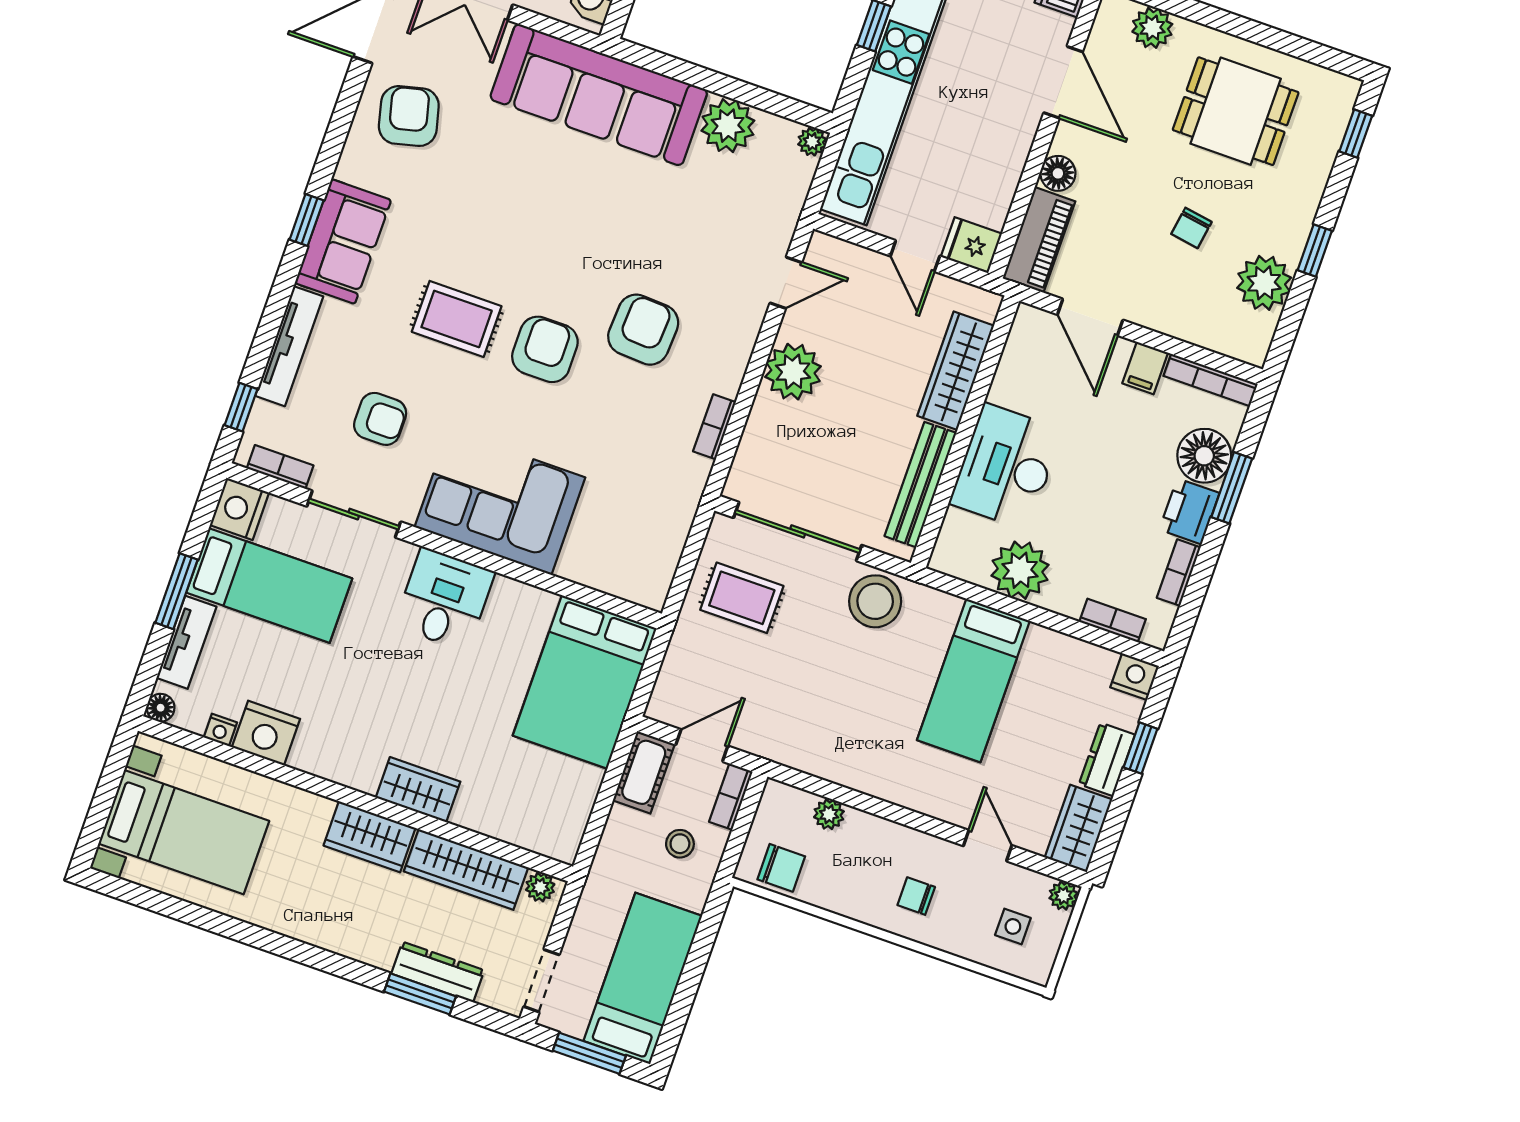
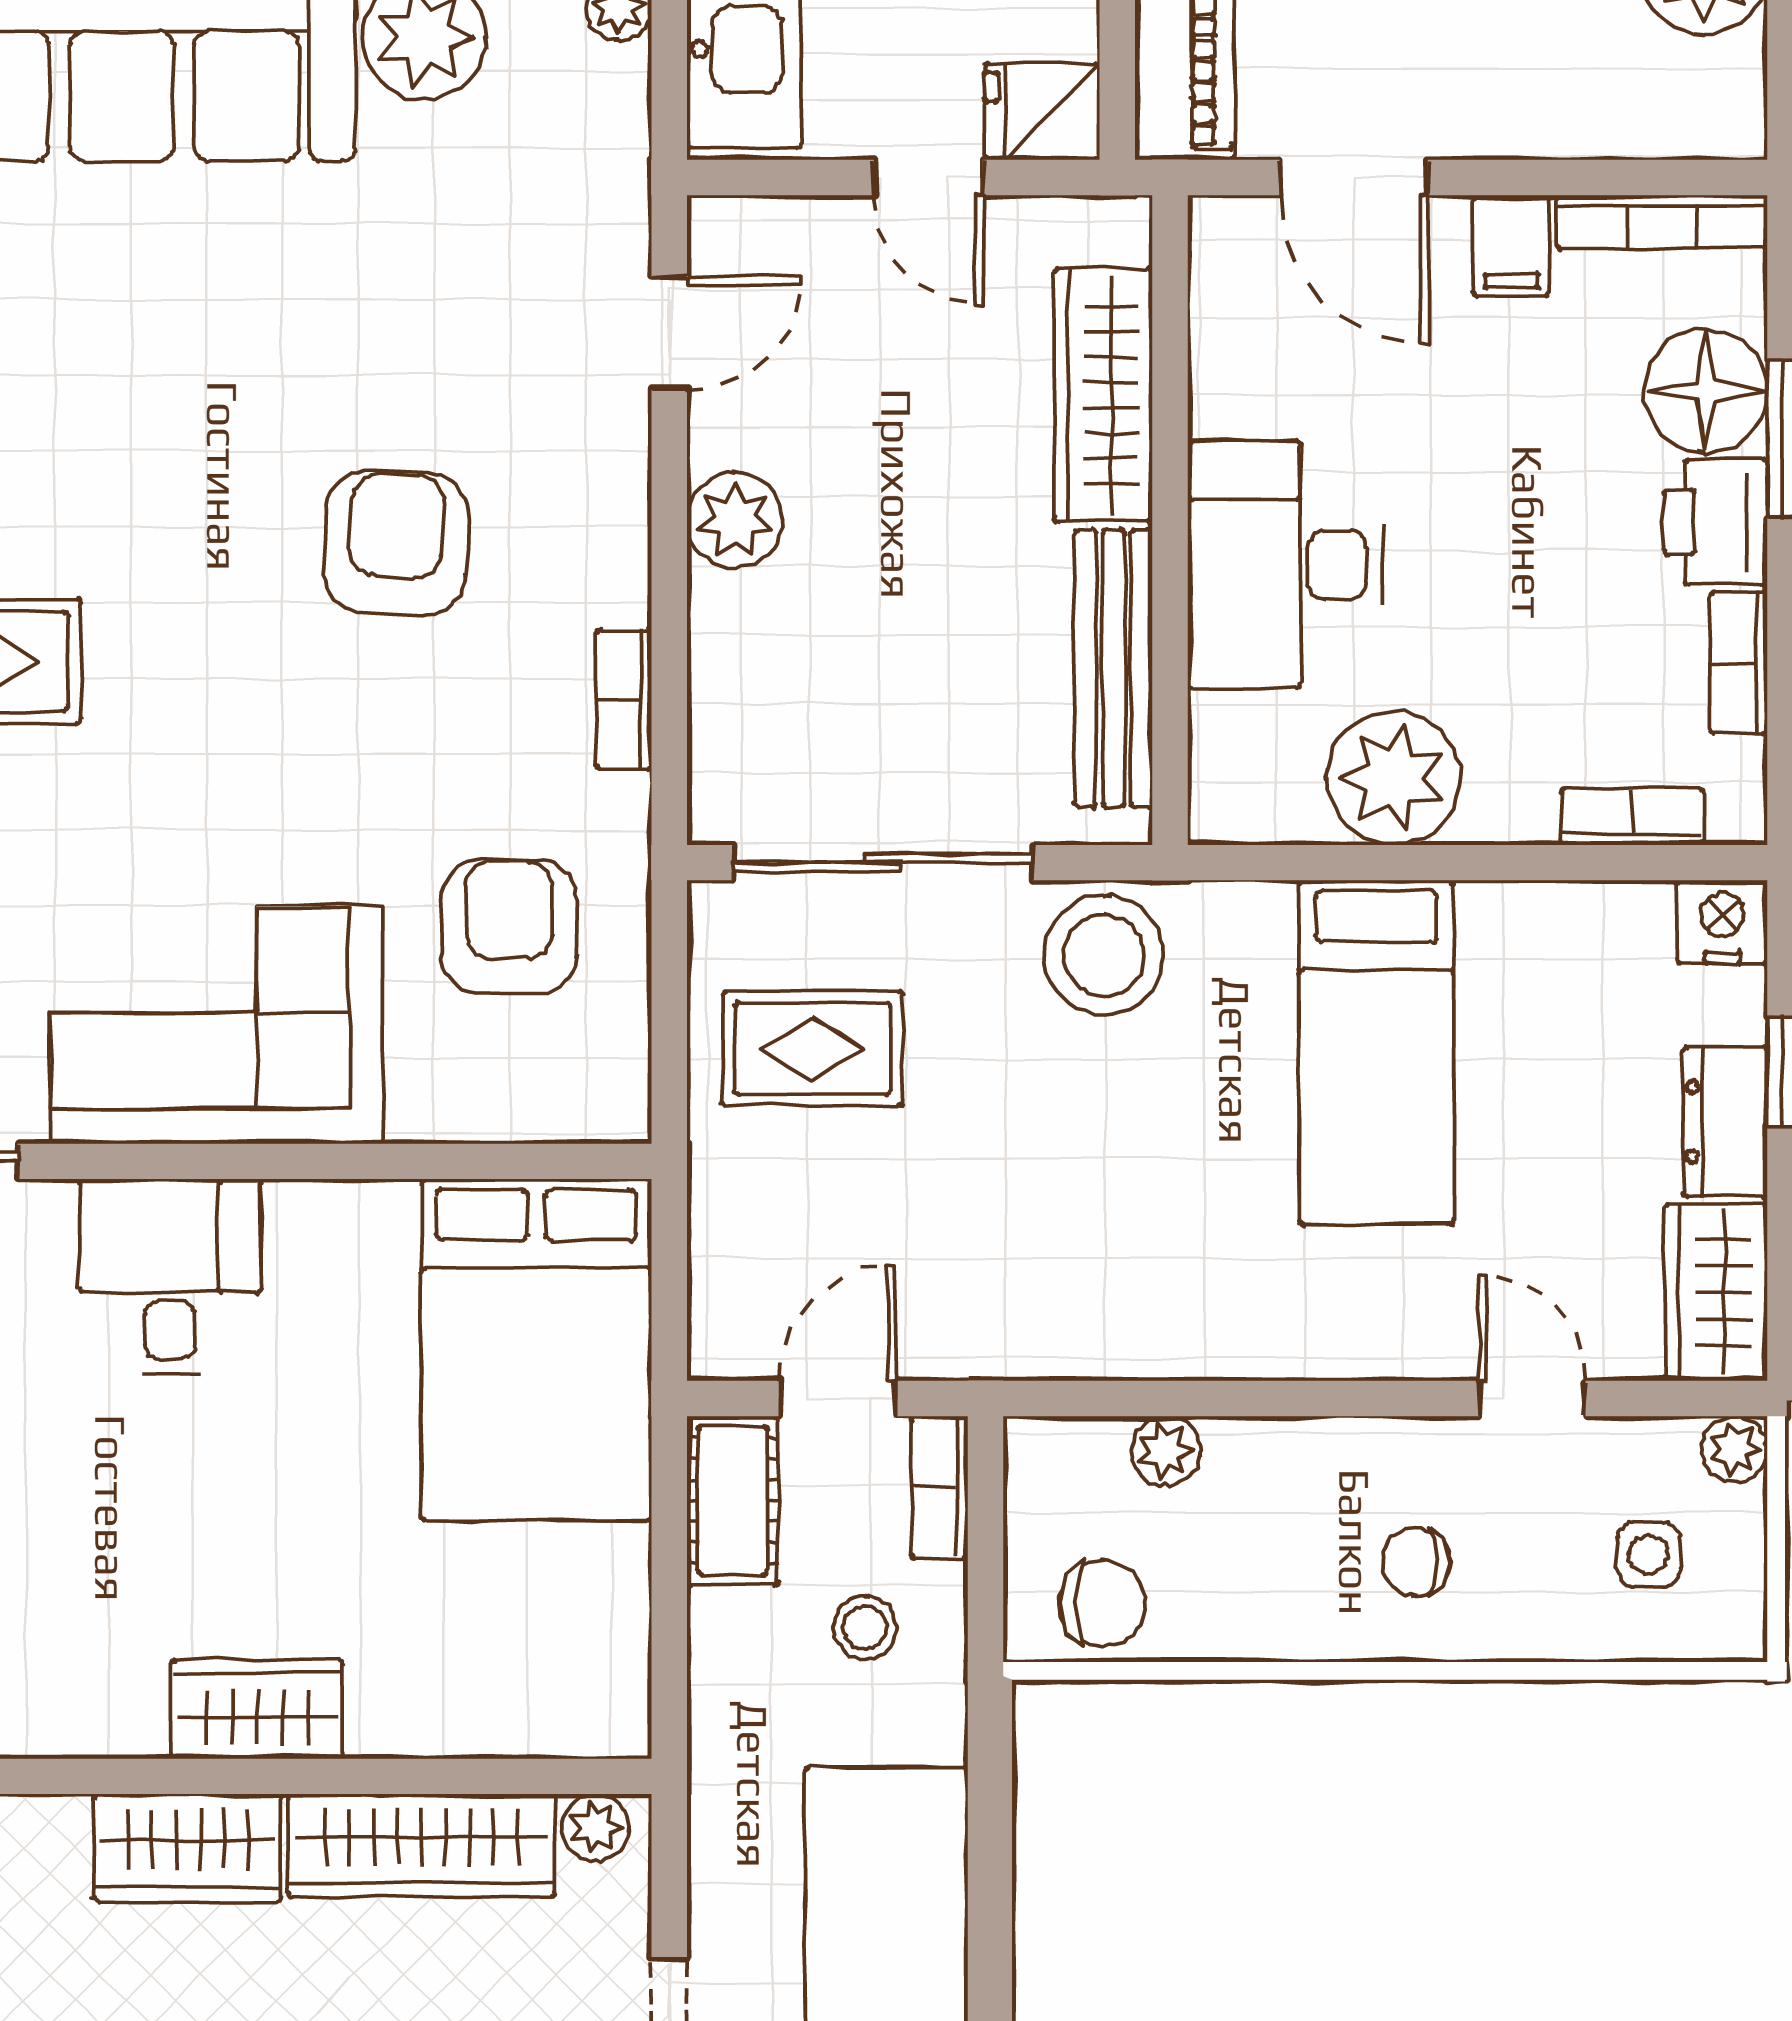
armchair: (545, 349) -> (509, 926), moved
plant: (793, 372) -> (735, 520), width x0.73, depth x0.73

